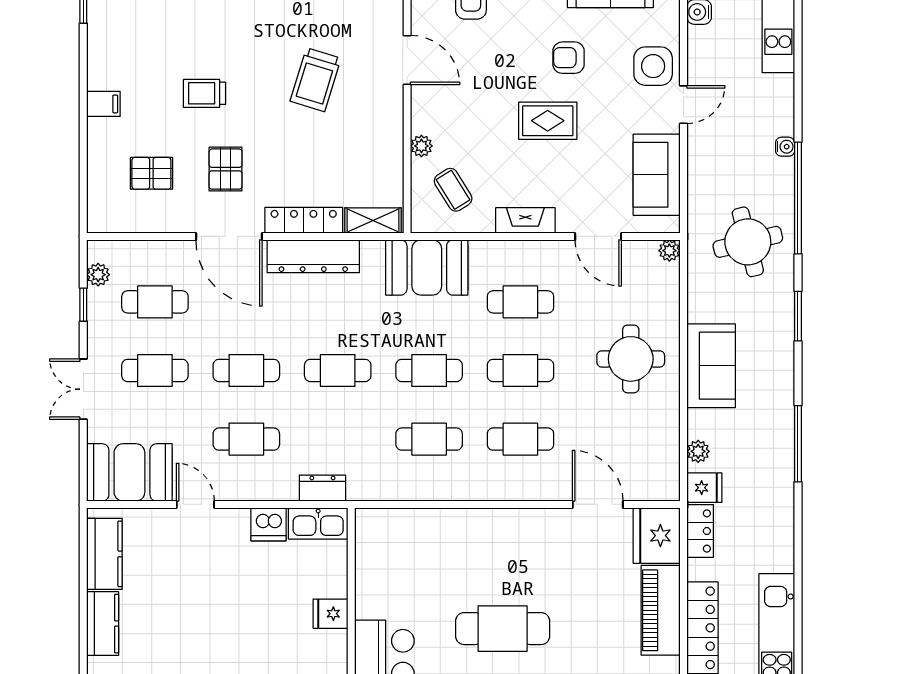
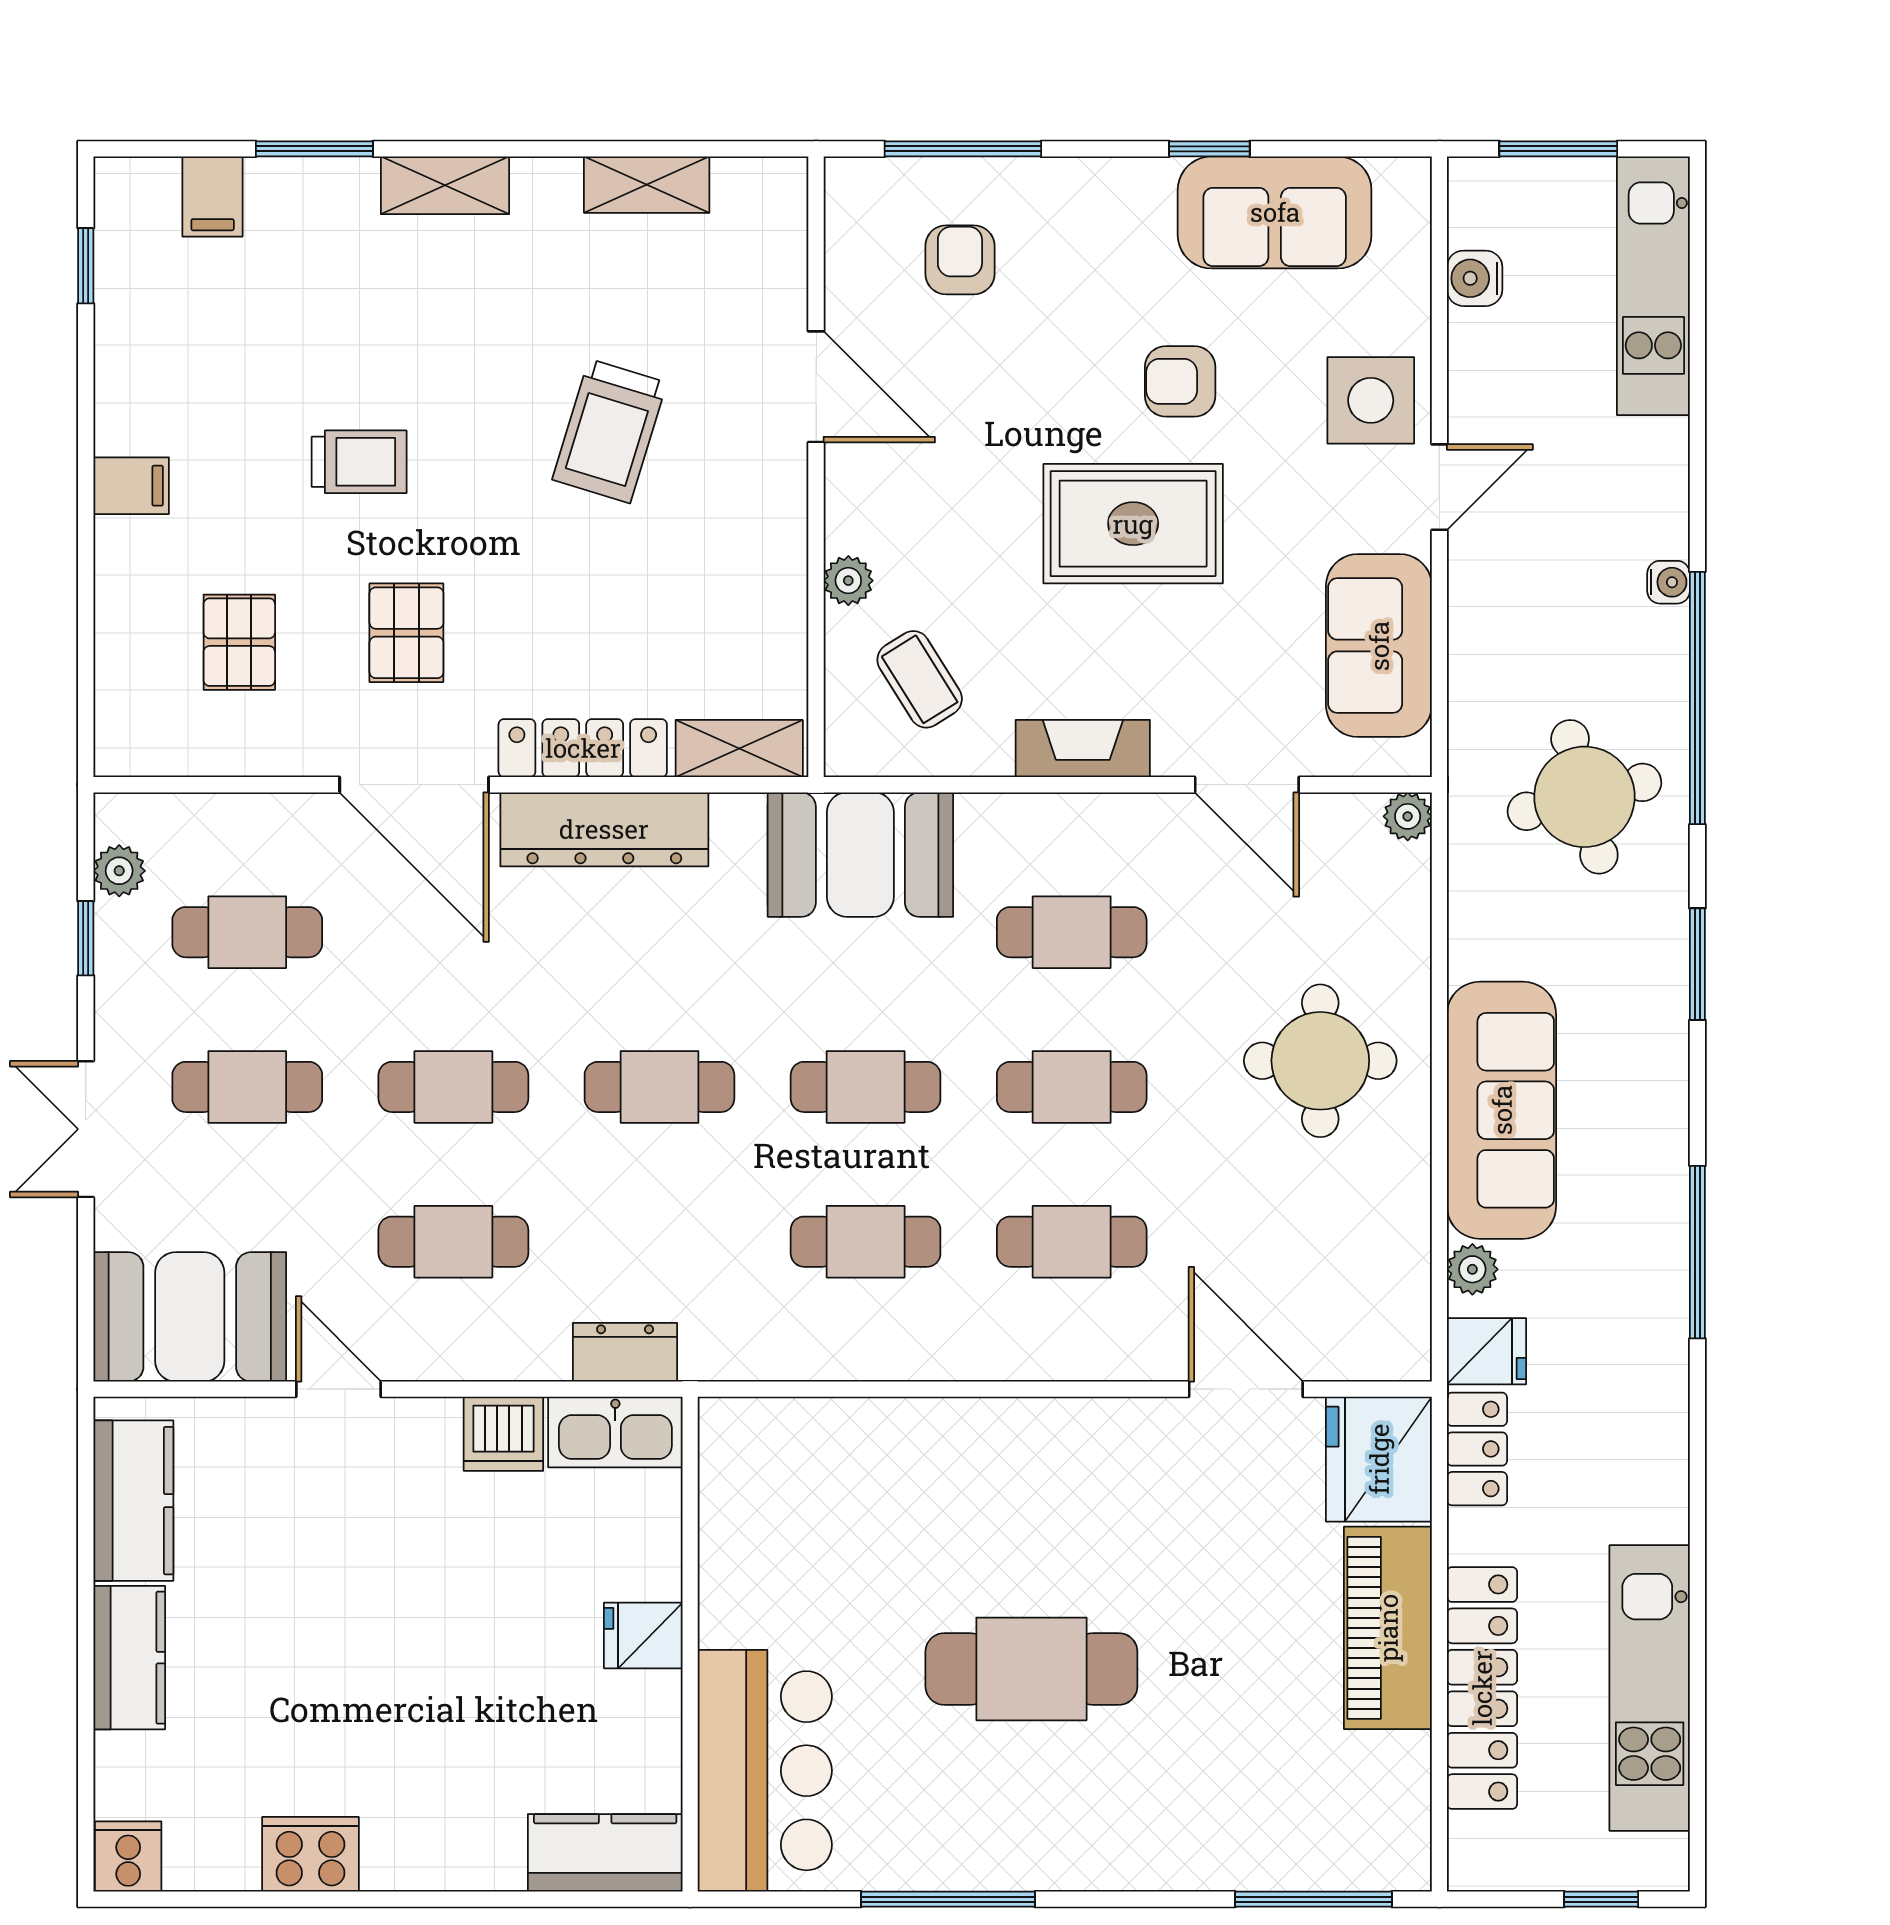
trolley: (205, 93) -> (359, 462), turned 180
rug: (548, 121) -> (1133, 524), width x1.36, depth x1.43
pallet: (151, 173) -> (239, 642), turned 90
sofa: (711, 366) -> (1502, 1110), width x1.36

